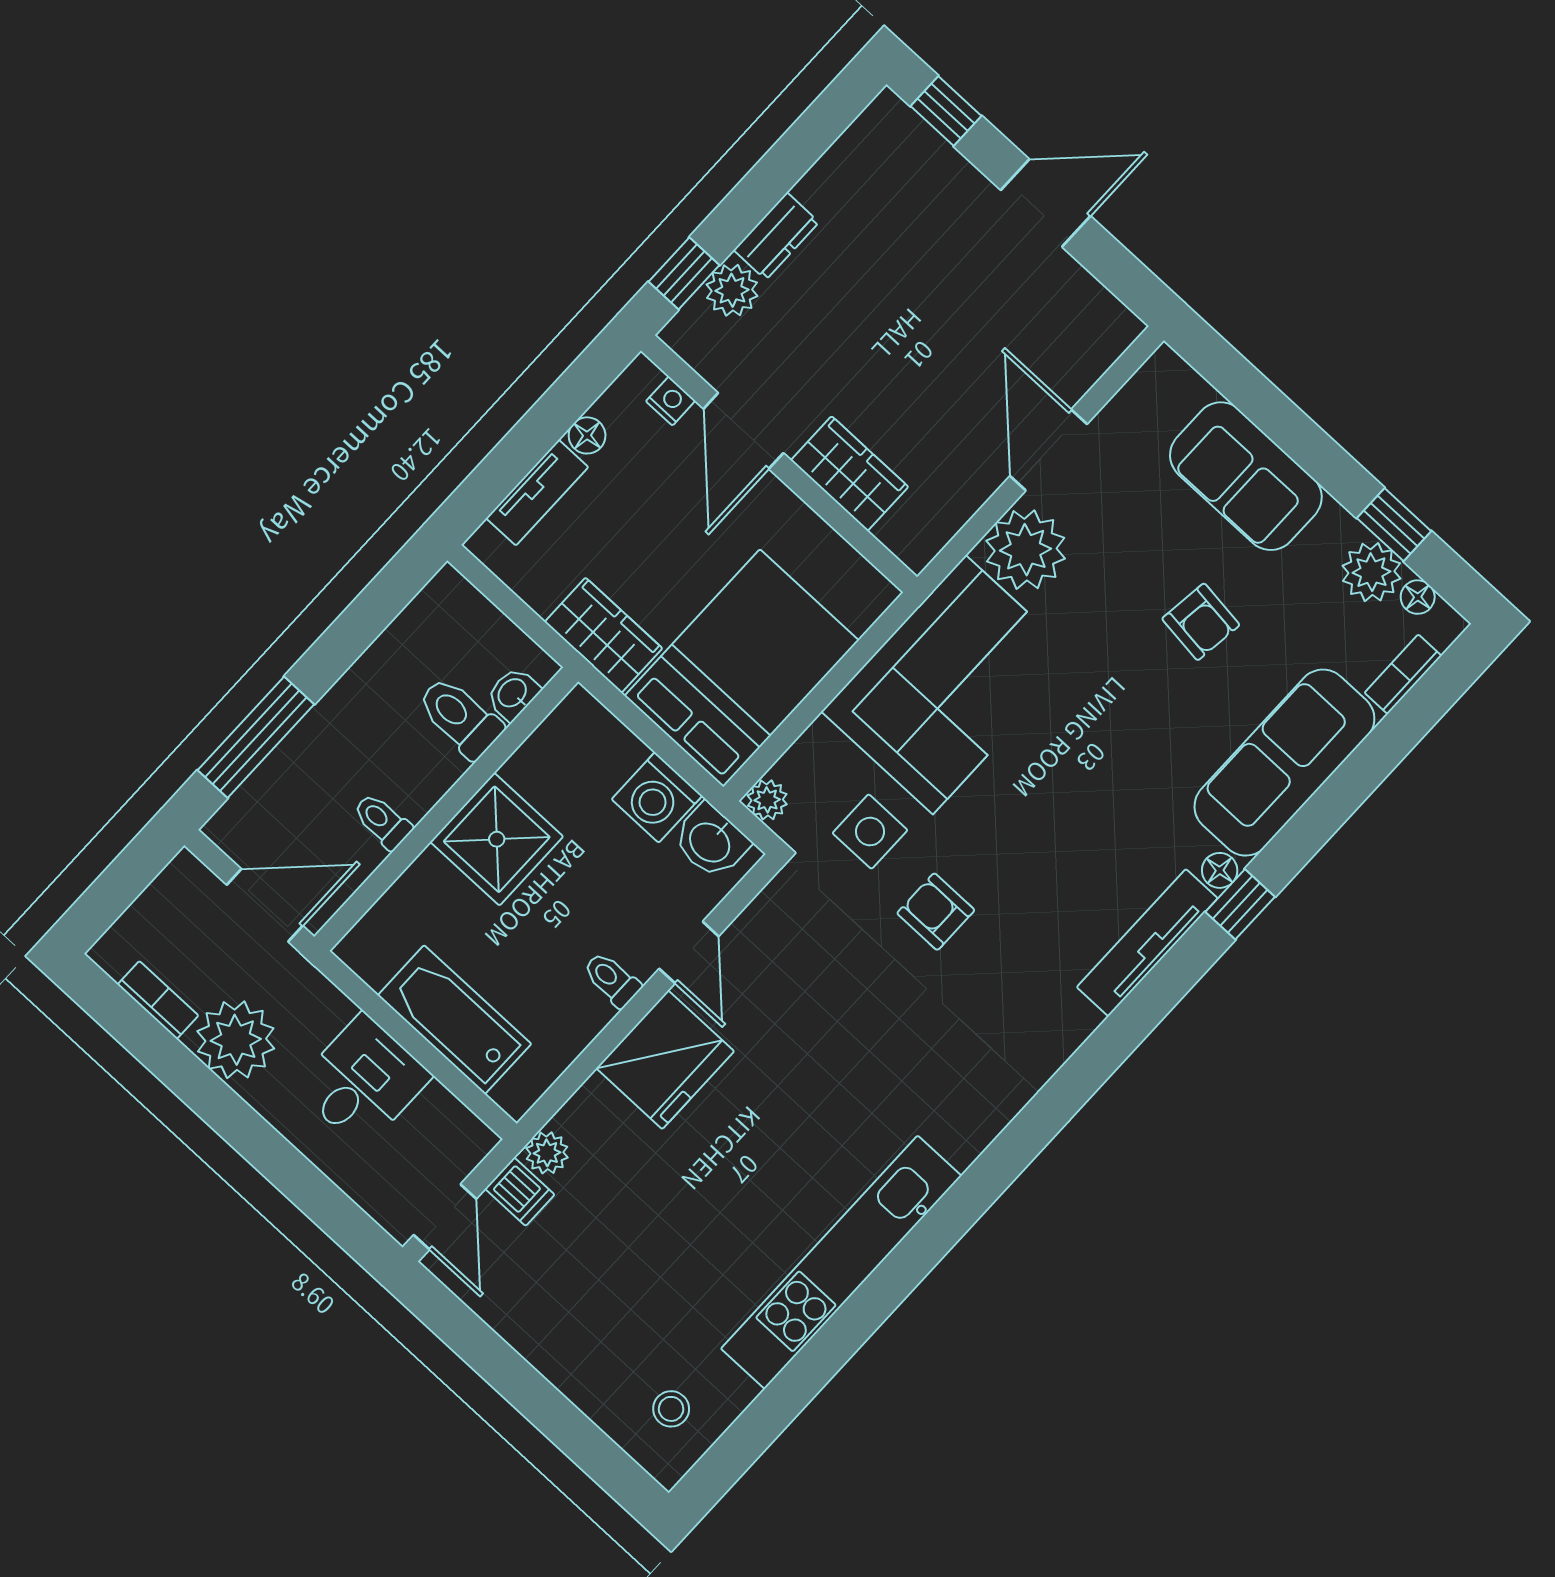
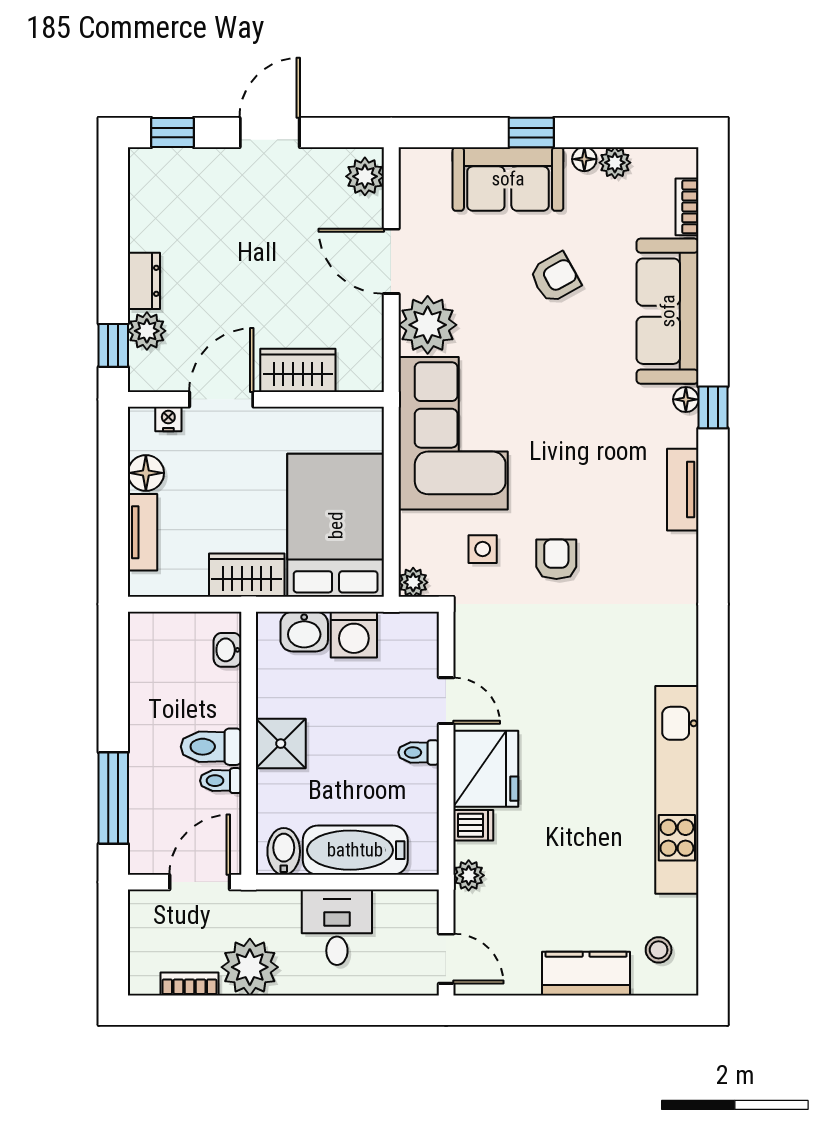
plant: (1102, 338) -> (365, 176), added
door: (743, 431) -> (221, 399), swing flipped
floor lamp: (587, 435) -> (146, 473), width x1.37, depth x1.37
window: (1394, 525) -> (531, 132), moved
plant: (1371, 572) -> (615, 163), width x0.73, depth x0.73
floor lamp: (1418, 597) -> (584, 159), moved
armchair: (1201, 622) -> (555, 278), turned -36
toilet: (460, 717) -> (211, 747), moved
side table: (870, 832) -> (483, 549), width x0.73, depth x0.73
shower: (497, 839) -> (281, 744), width x0.73, depth x0.73
washbasin: (711, 841) -> (304, 632), moved
armchair: (936, 912) -> (556, 559), turned 90
tv unit: (1147, 943) -> (683, 490), width x0.71
bidet: (380, 953) -> (284, 851), added
dishwasher: (520, 1192) -> (473, 825), moved
kitchen counter: (574, 1365) -> (586, 974), added

